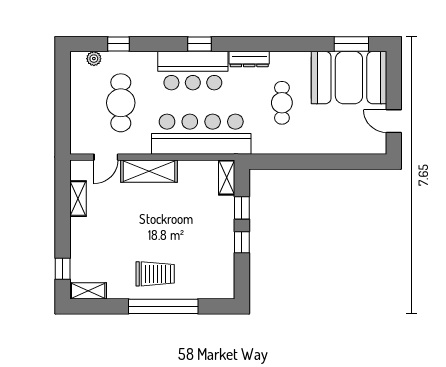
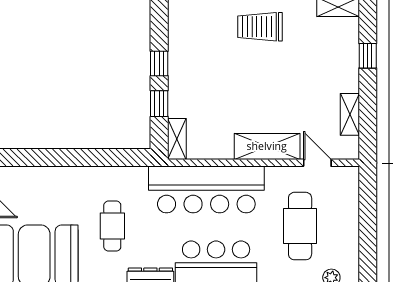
door: (106, 157) -> (317, 163), hinge flipped
window: (63, 269) -> (368, 56), moved

